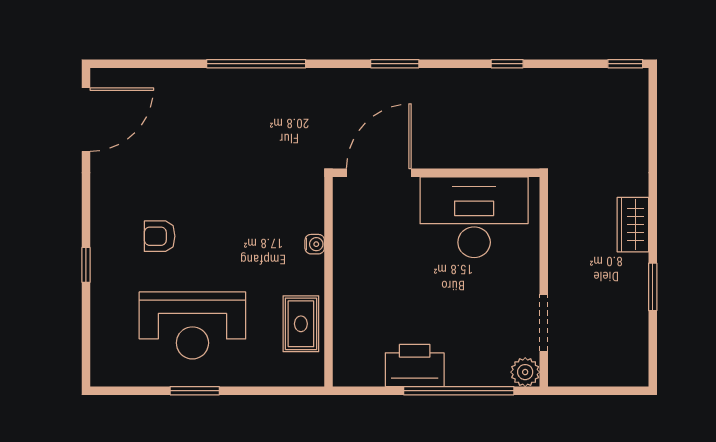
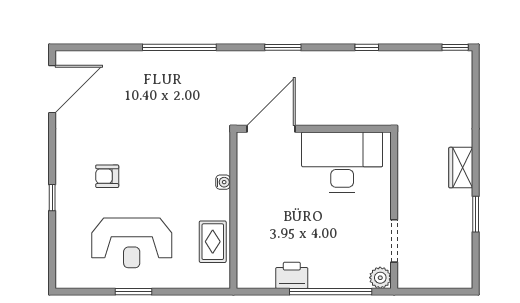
printer: (415, 365) -> (292, 275), width x0.73, depth x0.84

